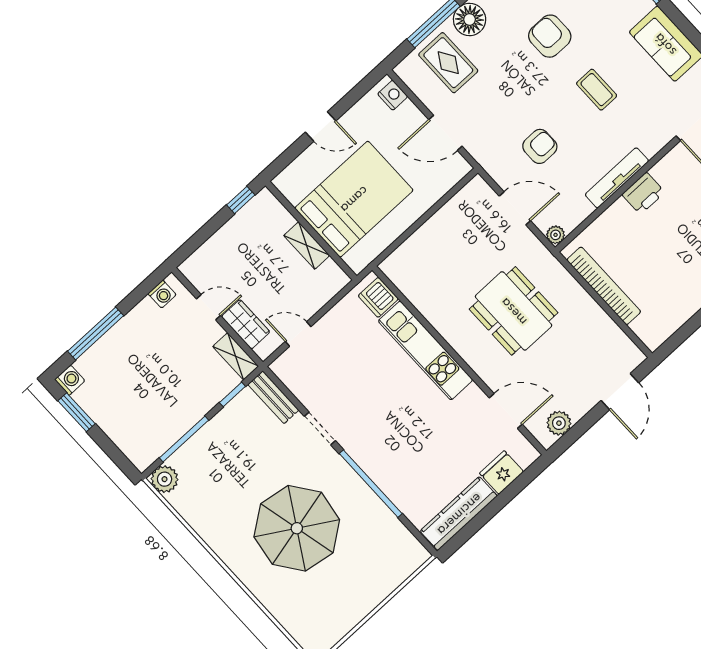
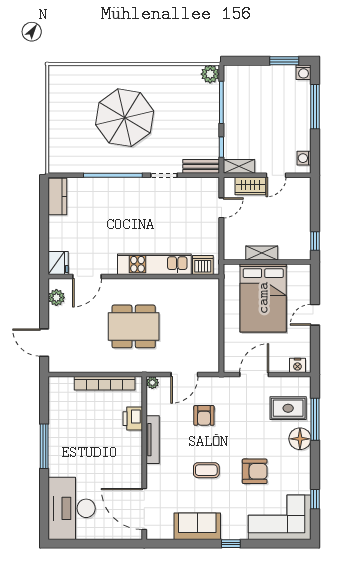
printer: (643, 193) -> (133, 419), moved
fridge: (502, 473) -> (58, 263), moved
kitchen counter: (459, 514) -> (57, 196), width x0.67

